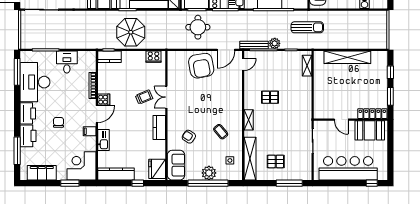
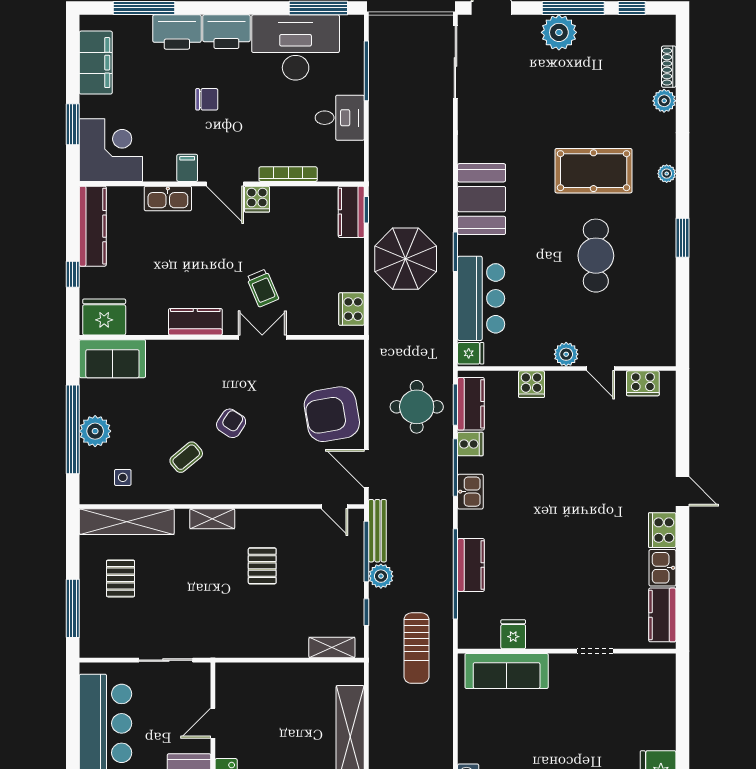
armchair: (189, 137) -> (231, 423), moved

